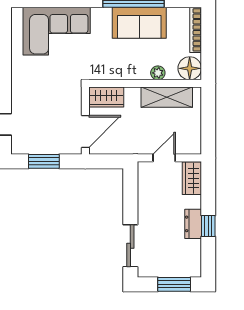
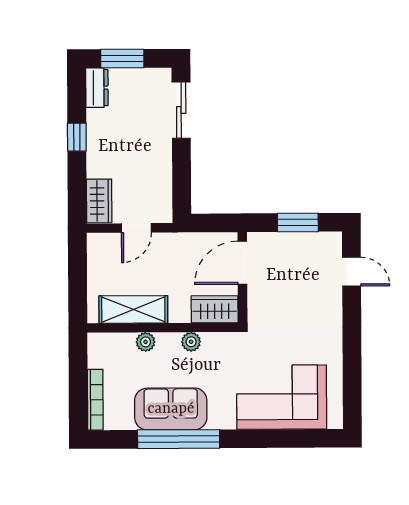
floor lamp: (190, 68) -> (103, 348), removed
plant: (124, 73) -> (191, 342), added
dresser: (193, 224) -> (97, 88), moved

